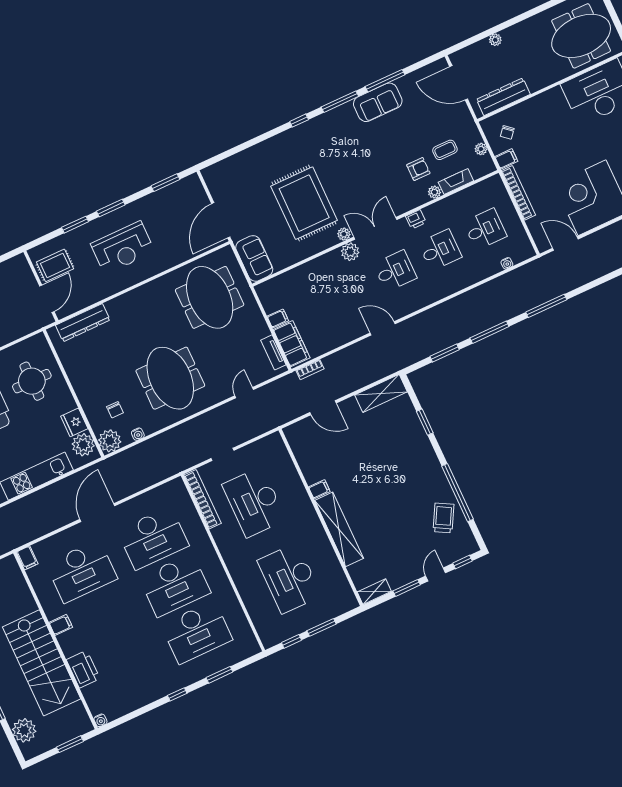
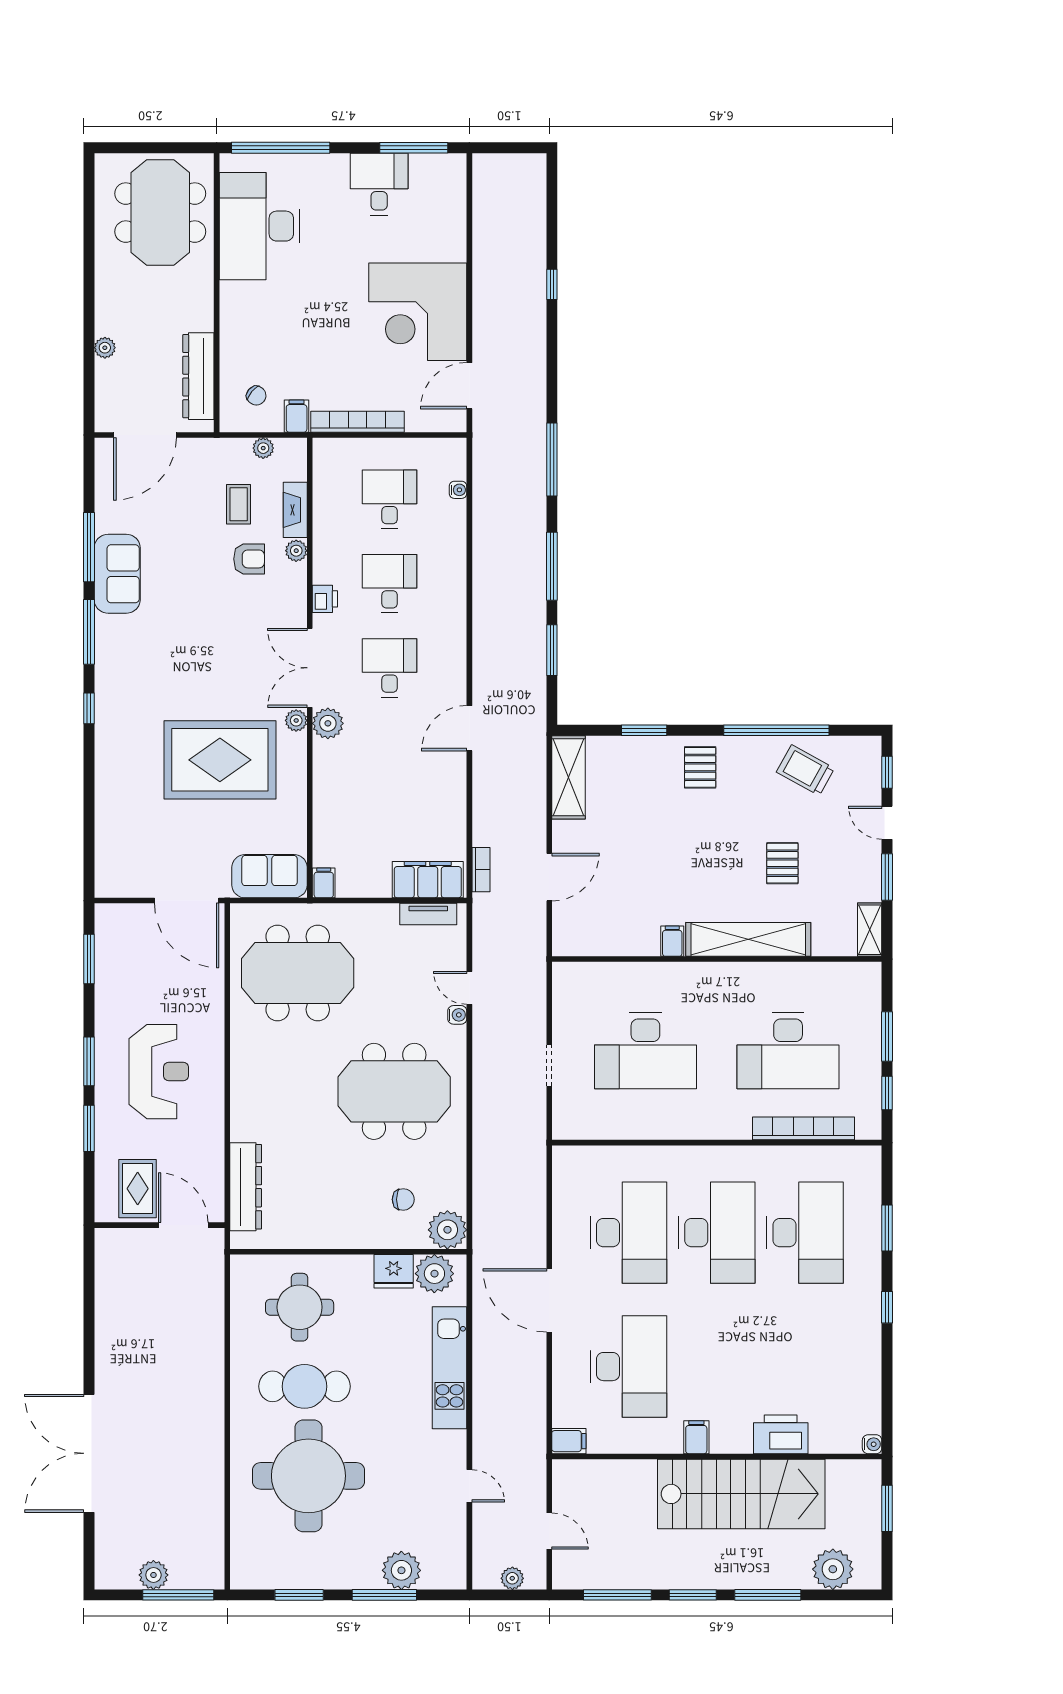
armchair: (418, 169) -> (249, 559), turned 90
filing cabinet: (278, 319) -> (324, 883), moved
water cooler: (138, 434) -> (457, 1015), moved
pallet: (419, 461) -> (700, 767), added
bookcase: (203, 499) -> (803, 1128), moved
pallet: (388, 529) -> (782, 863), added

